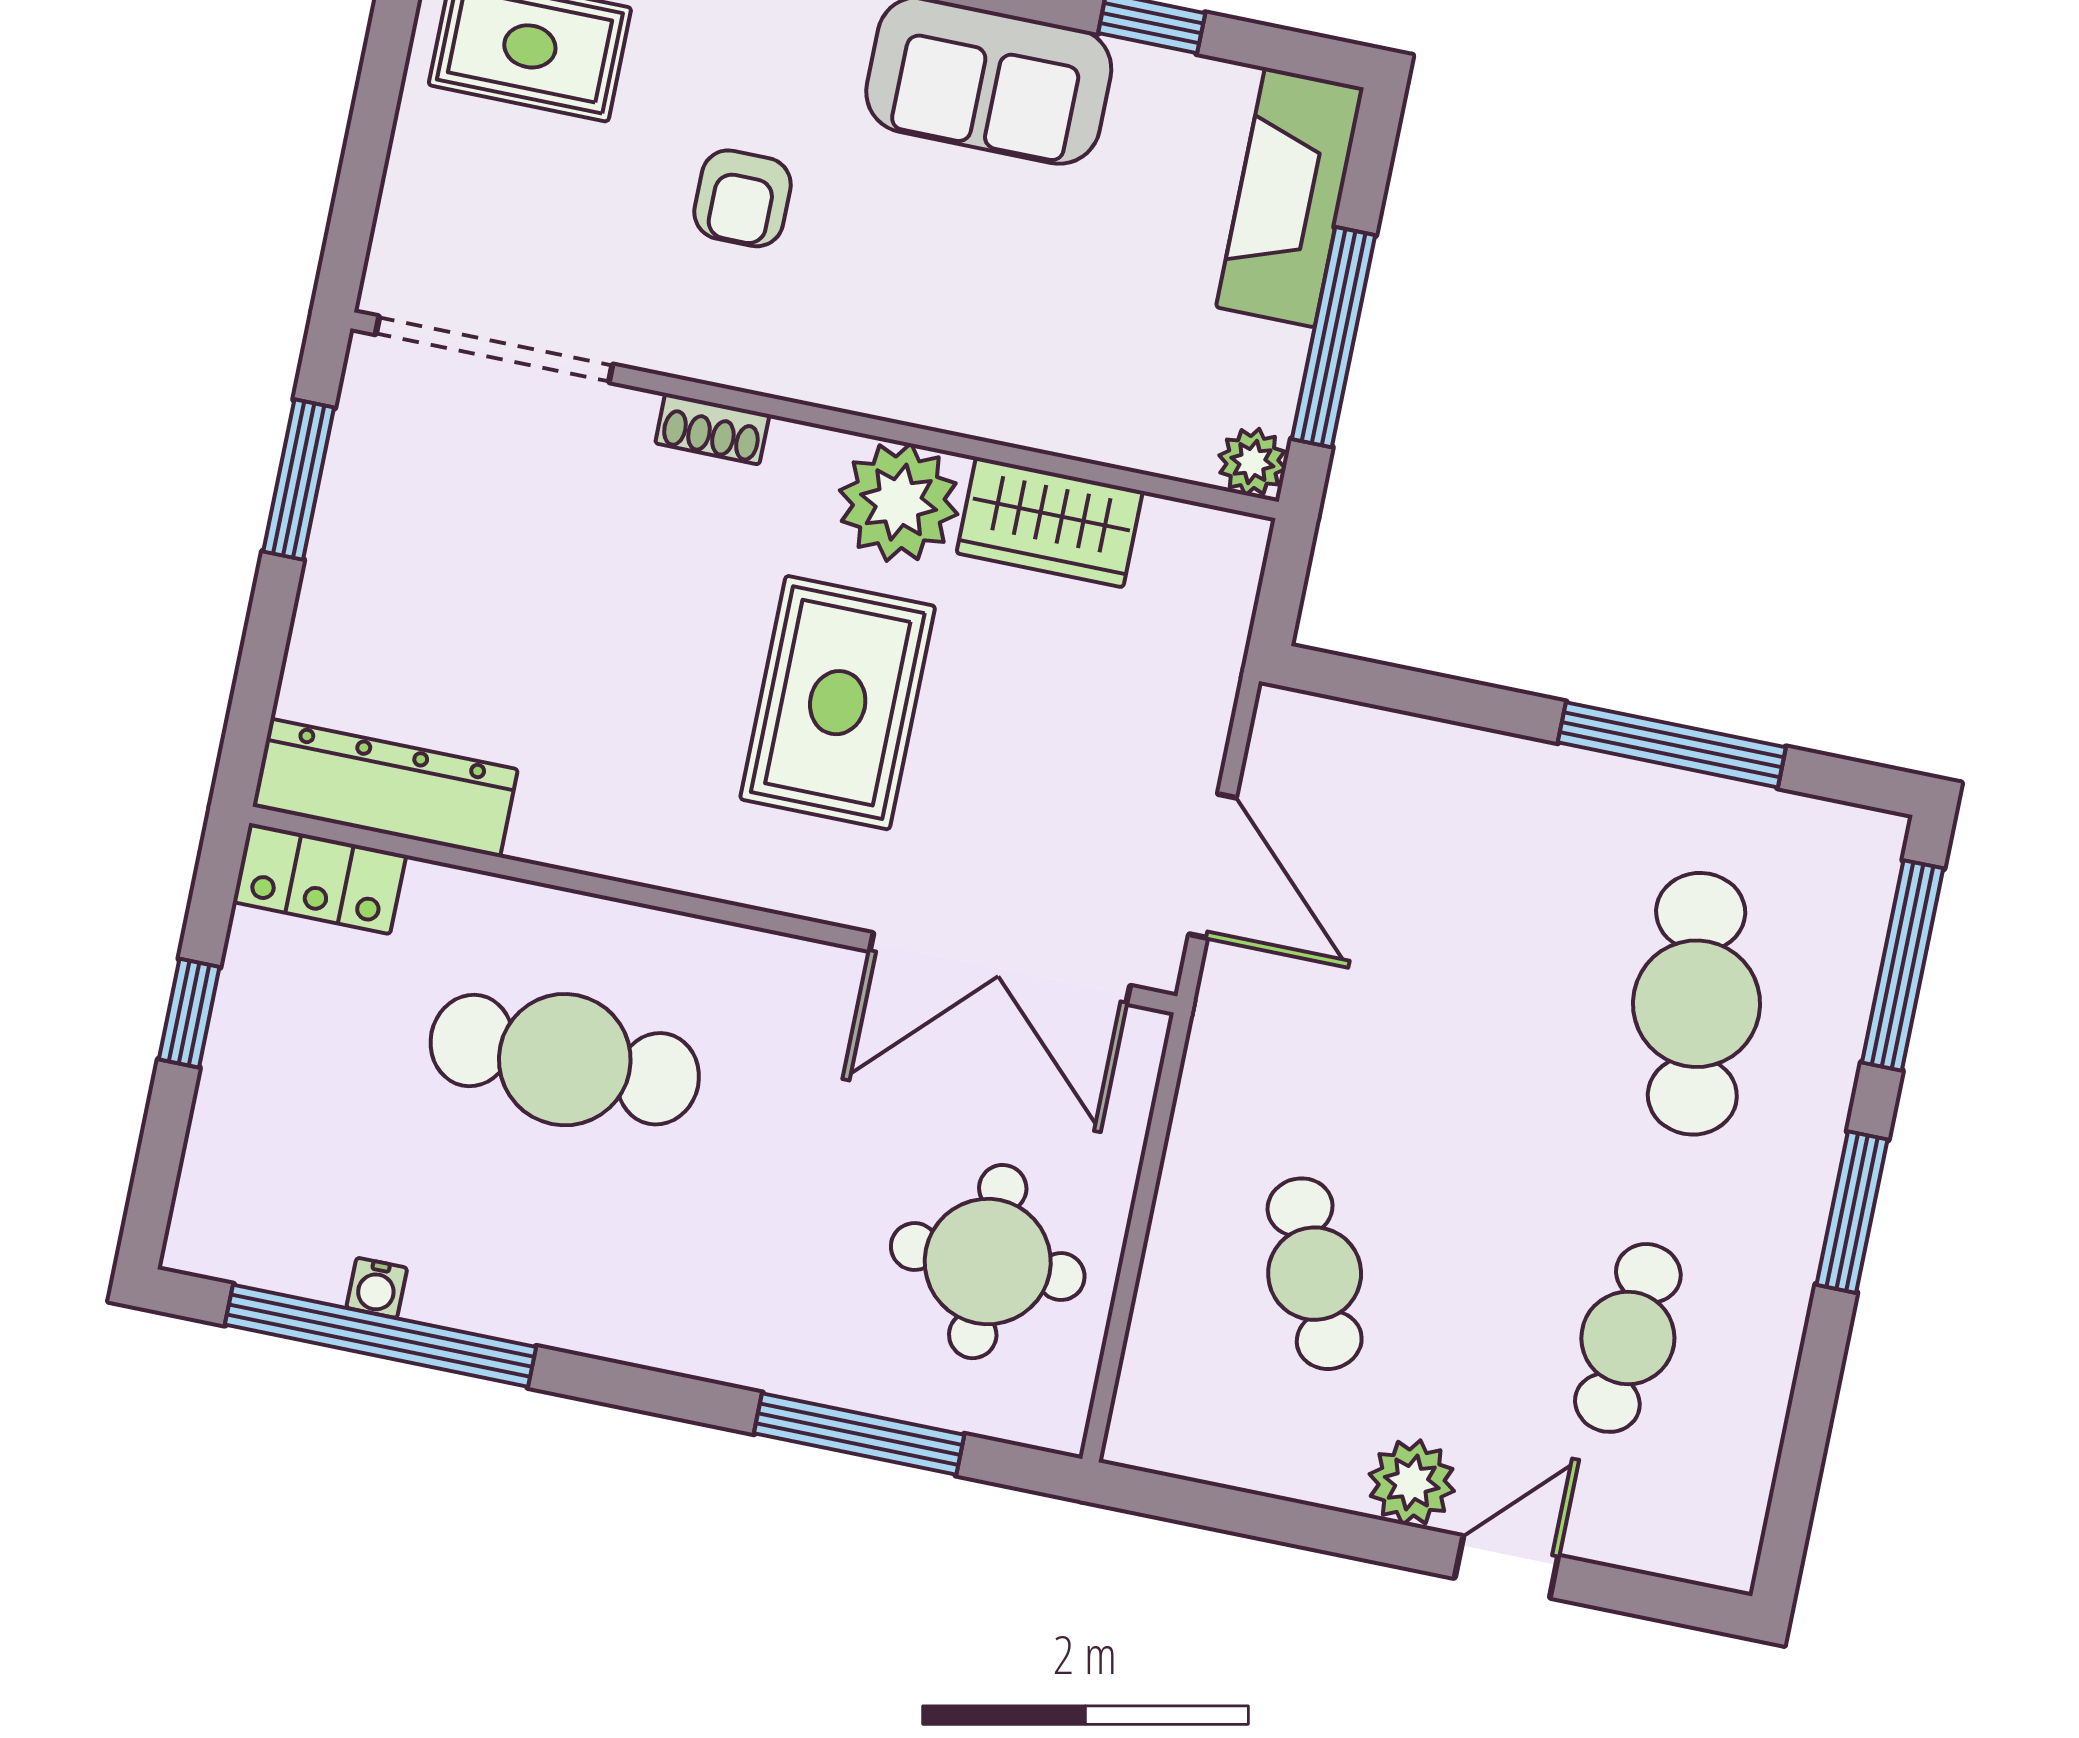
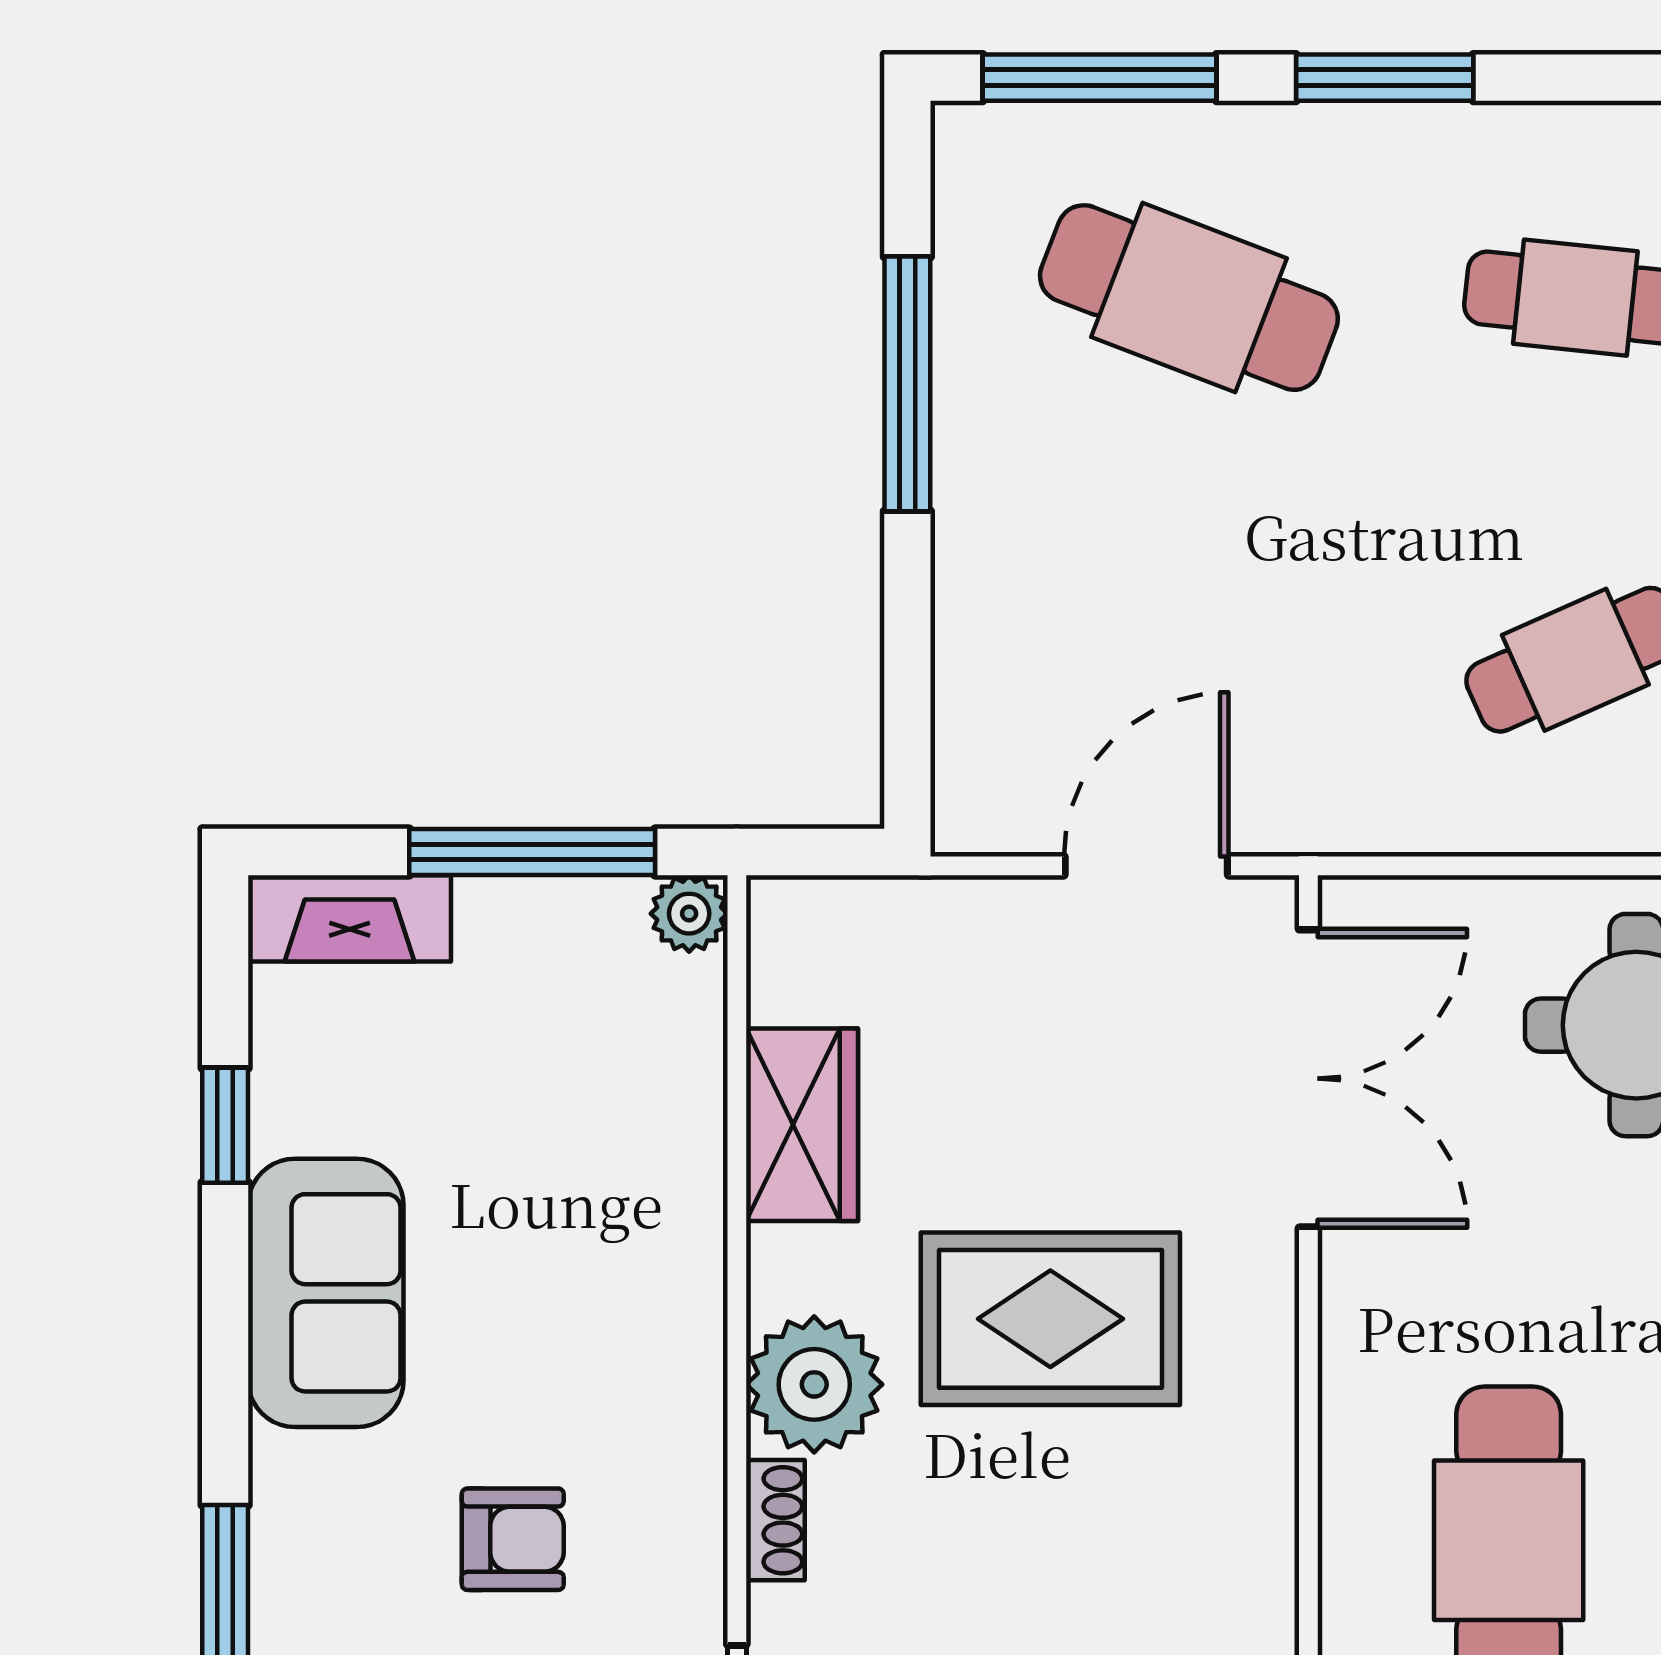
fireplace: (1290, 197) -> (350, 918), width x0.73, depth x0.76
plant: (899, 502) -> (814, 1384), moved
cafe table: (1696, 1004) -> (1189, 298), turned 30

